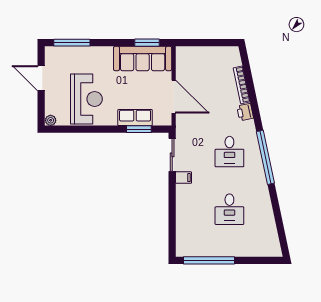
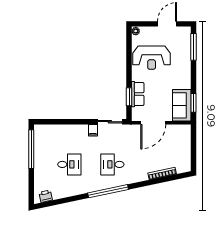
sofa: (143, 58) -> (182, 105), width x0.73
printer: (245, 112) -> (46, 196), moved
desk: (229, 209) -> (69, 164), turned 180

